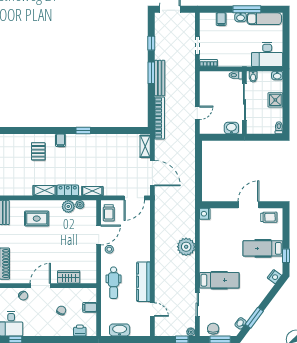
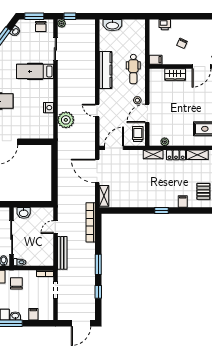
chair: (239, 52) -> (16, 283), added
bench: (160, 78) -> (62, 253), moved
plant: (68, 206) -> (175, 140), removed
nightstand: (205, 214) -> (48, 108), moved
plant: (186, 247) -> (66, 120), moved
dental chair: (114, 283) -> (133, 69), turned 180
filing cabinet: (90, 307) -> (156, 60), moved
door: (152, 310) -> (97, 111), moved
washbasin: (120, 330) -> (112, 25), moved

